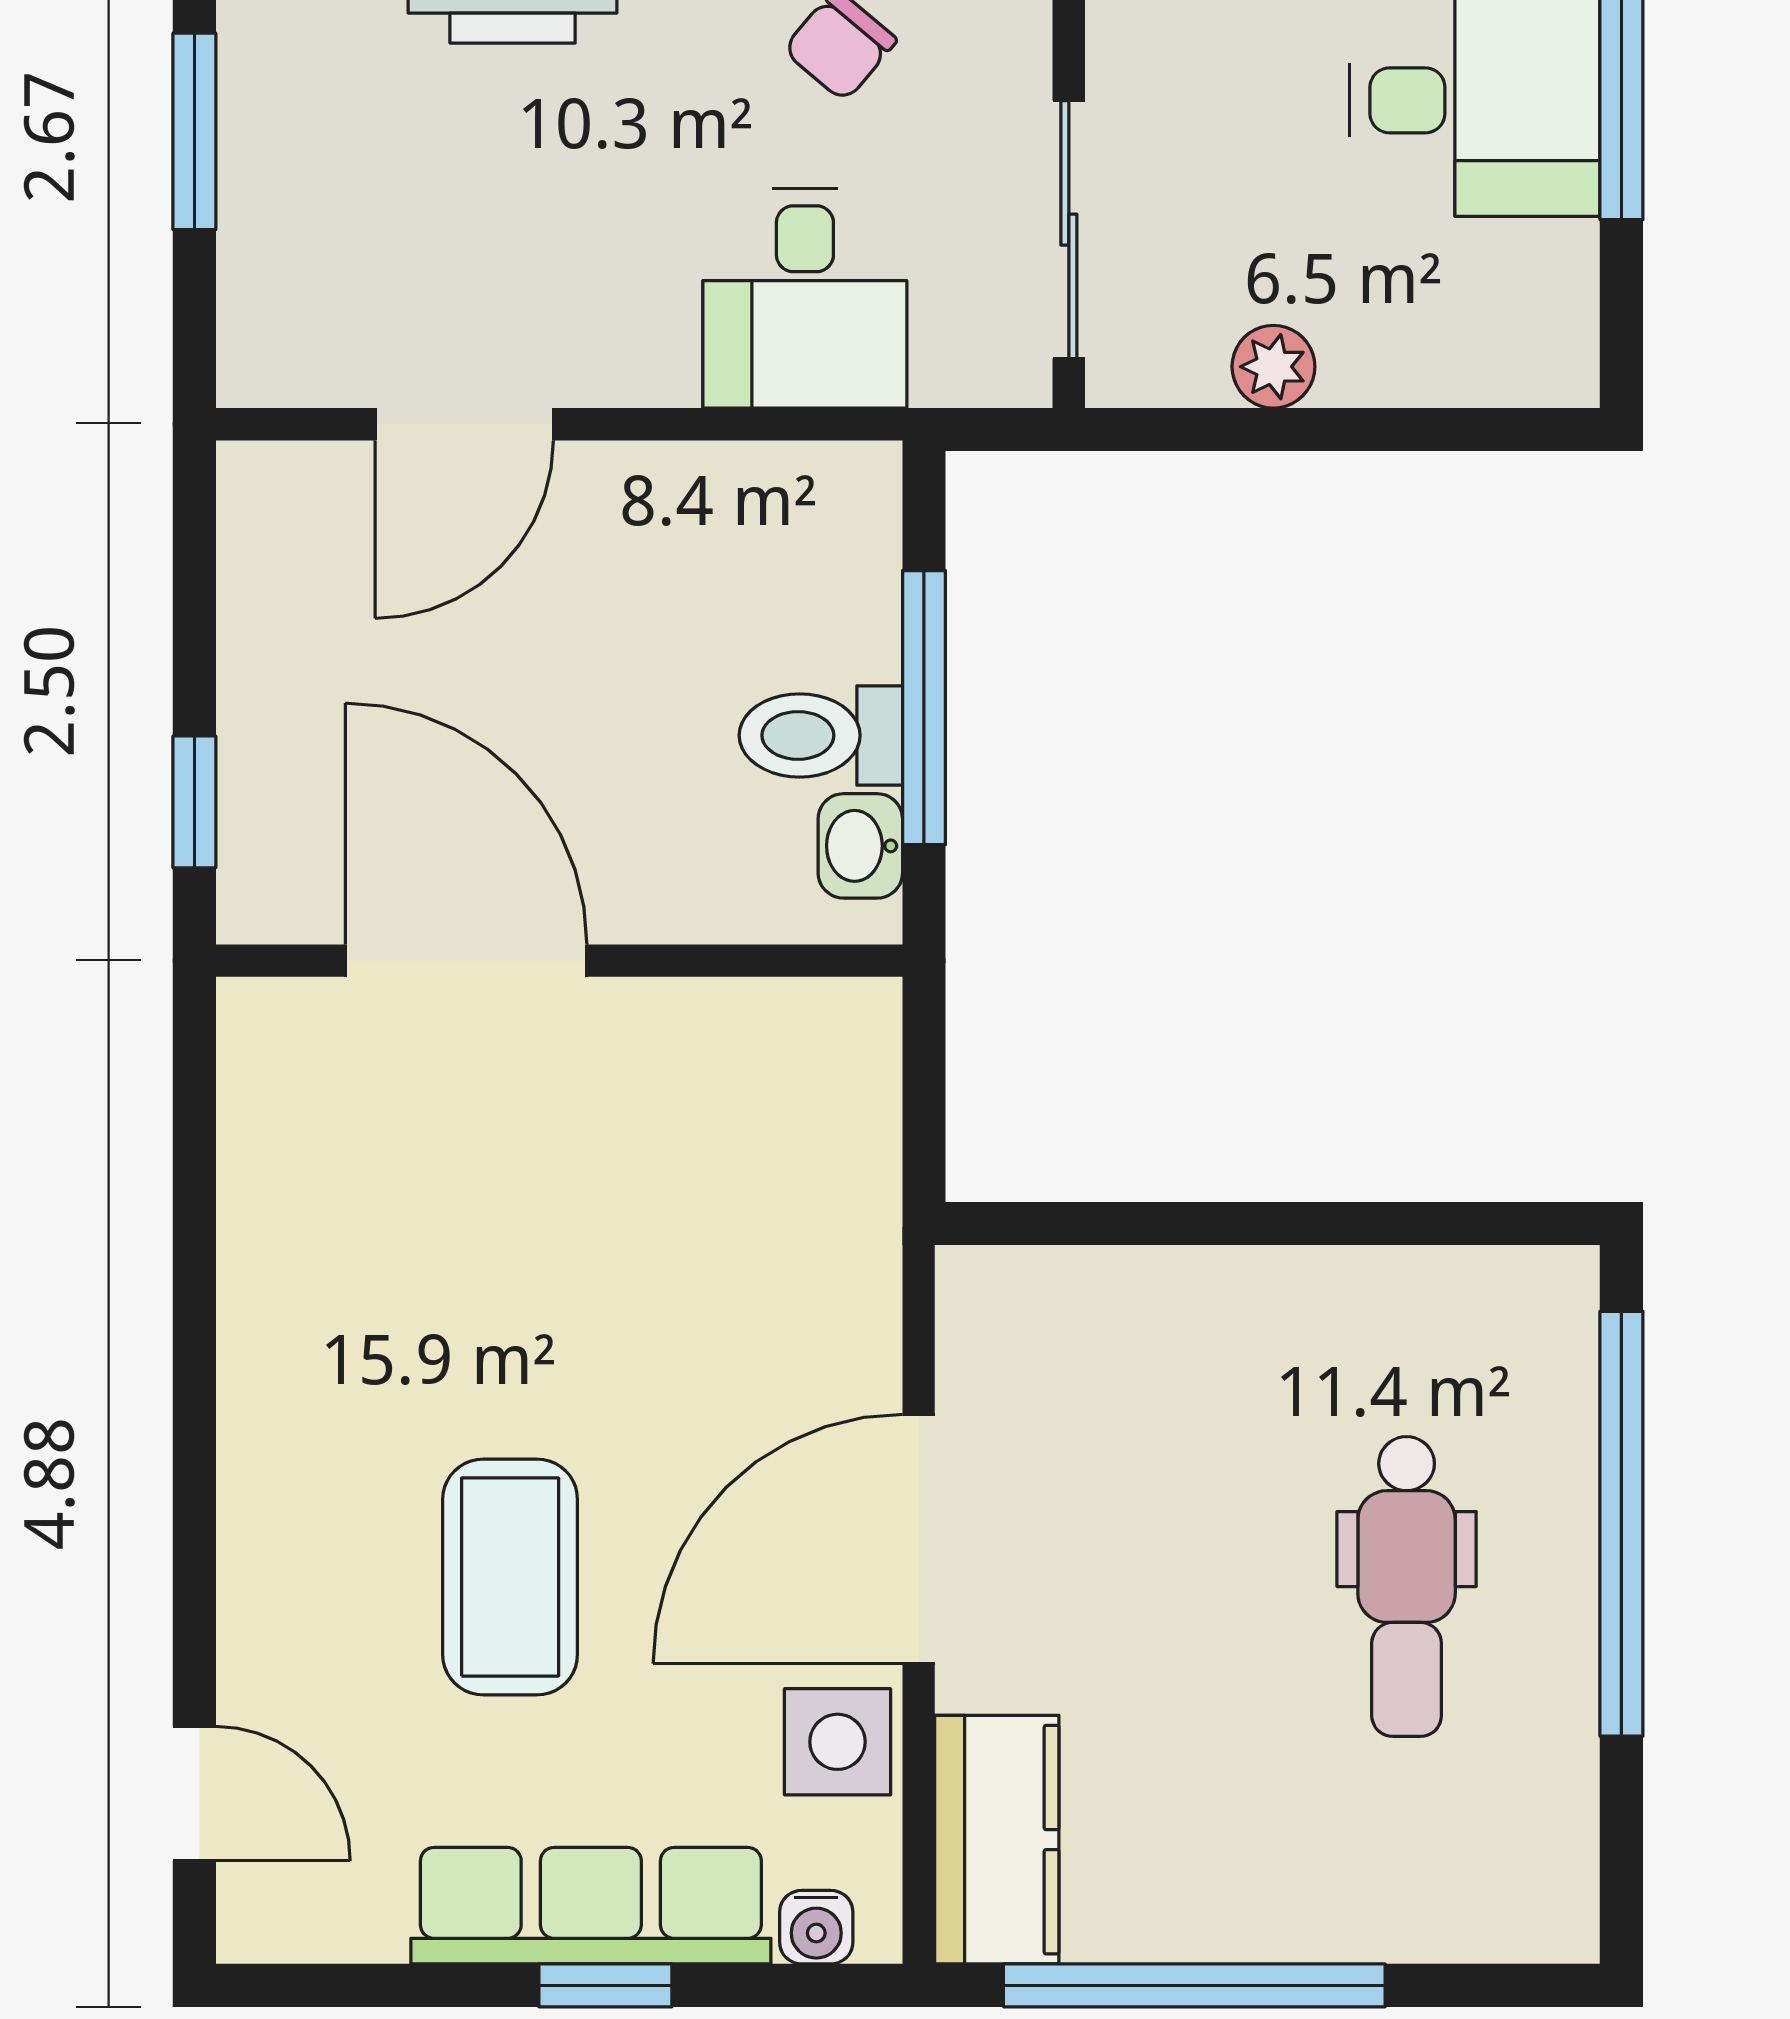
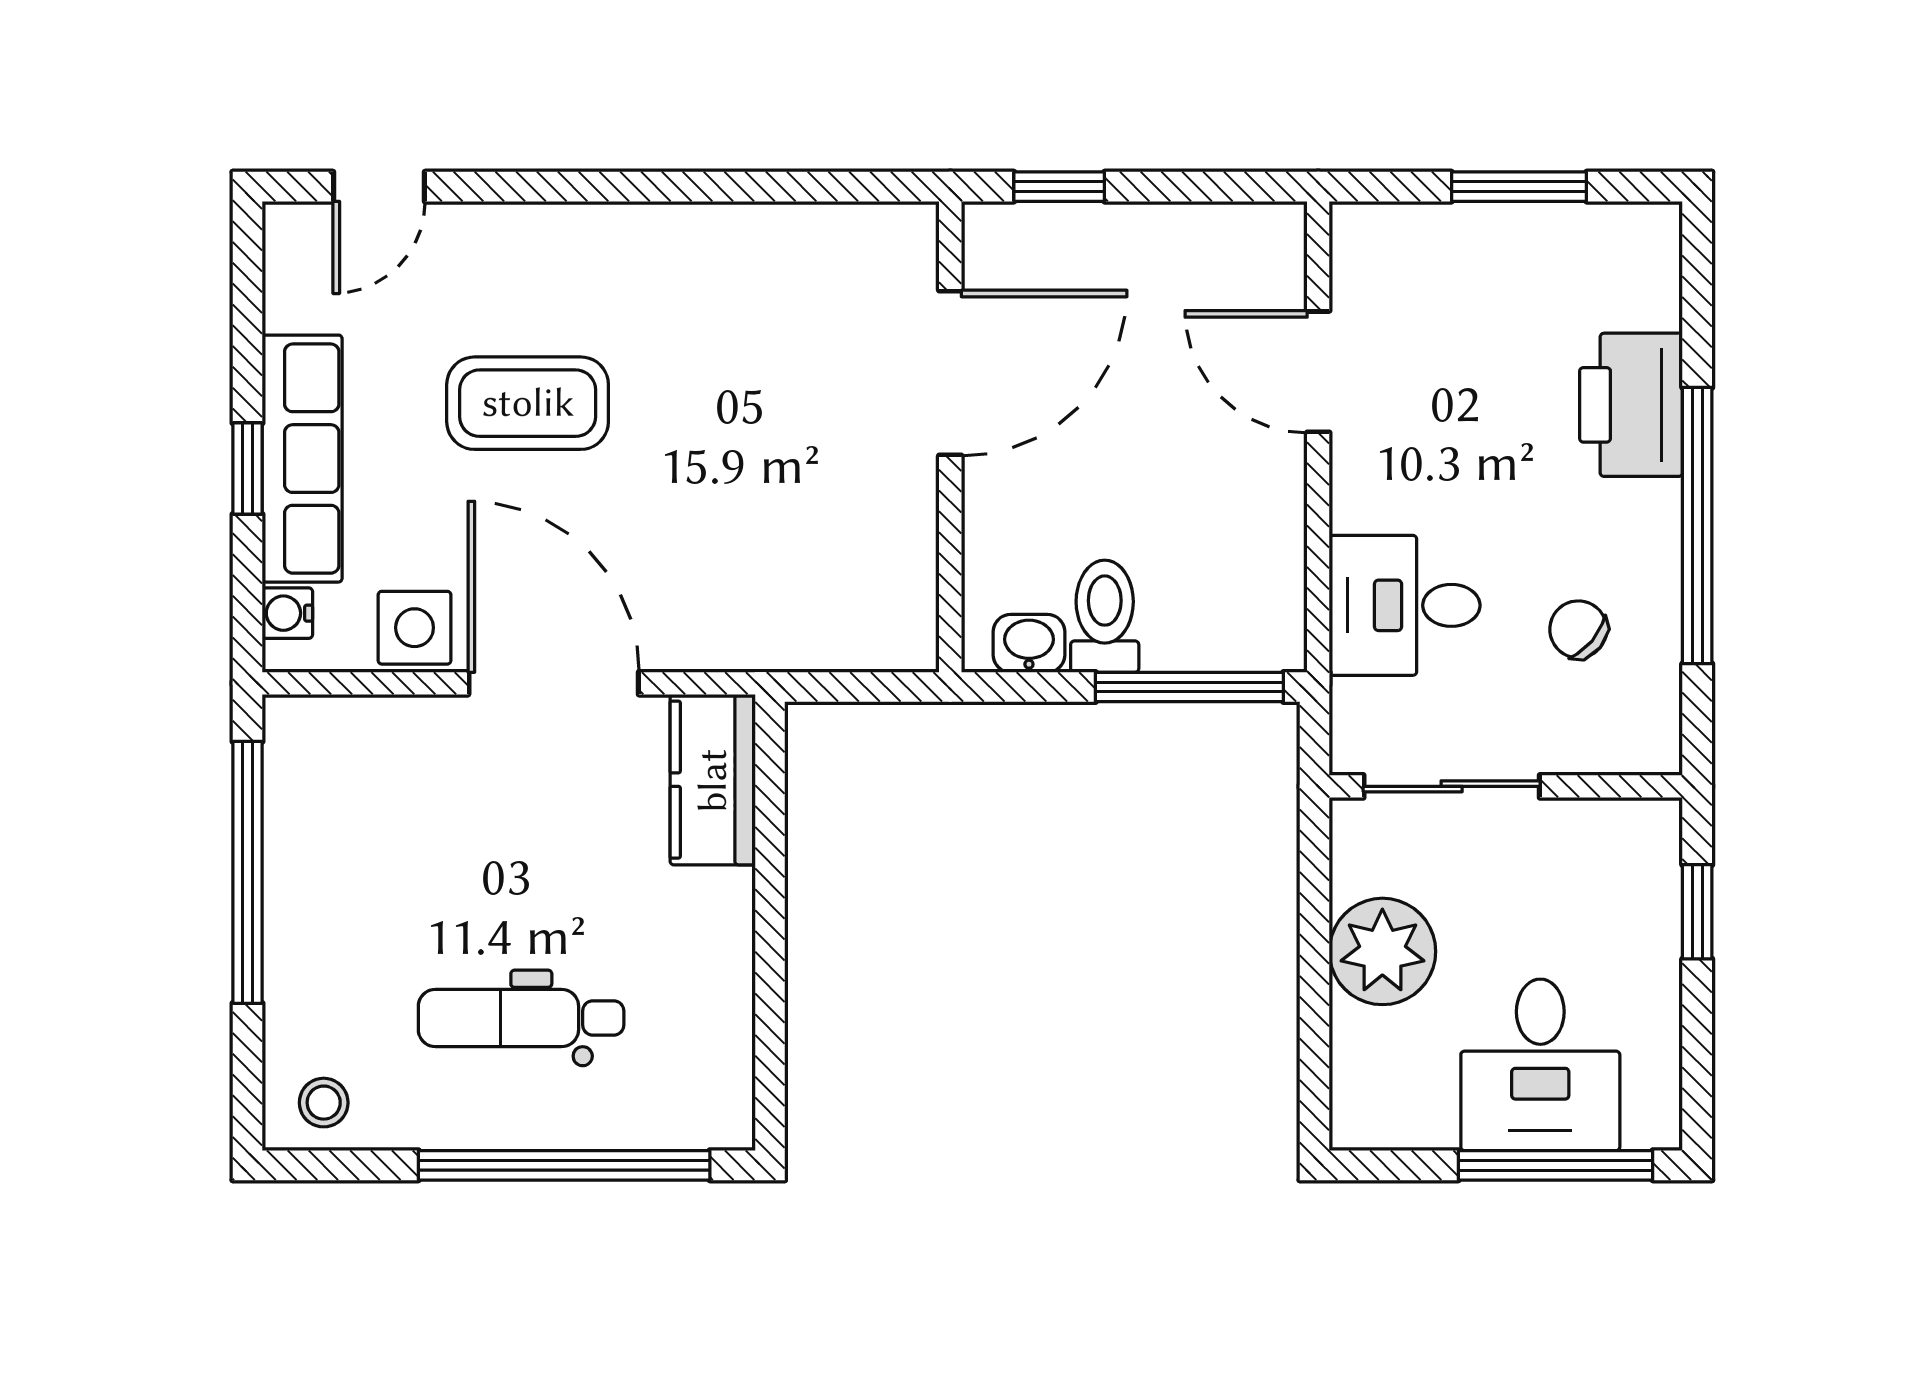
plant: (1273, 367) -> (1382, 951), width x1.87, depth x1.87
window: (924, 708) -> (1189, 687), moved
kitchen counter: (997, 1840) -> (713, 780), moved, turned 90
stool: (1530, 1874) -> (324, 1103), added

